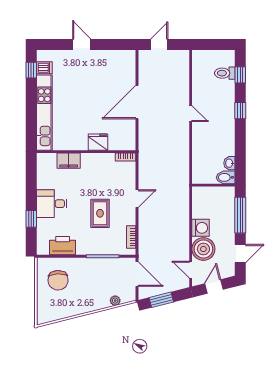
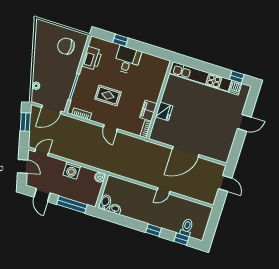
door: (137, 102) -> (186, 152), swing flipped
filing cabinet: (69, 161) -> (148, 111), moved
boiler: (203, 249) -> (100, 177), moved, width x0.54, depth x0.54

